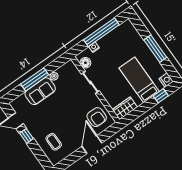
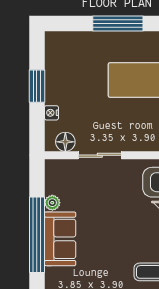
window: (101, 32) -> (37, 86), width x0.47
window: (35, 79) -> (37, 235), width x1.46

